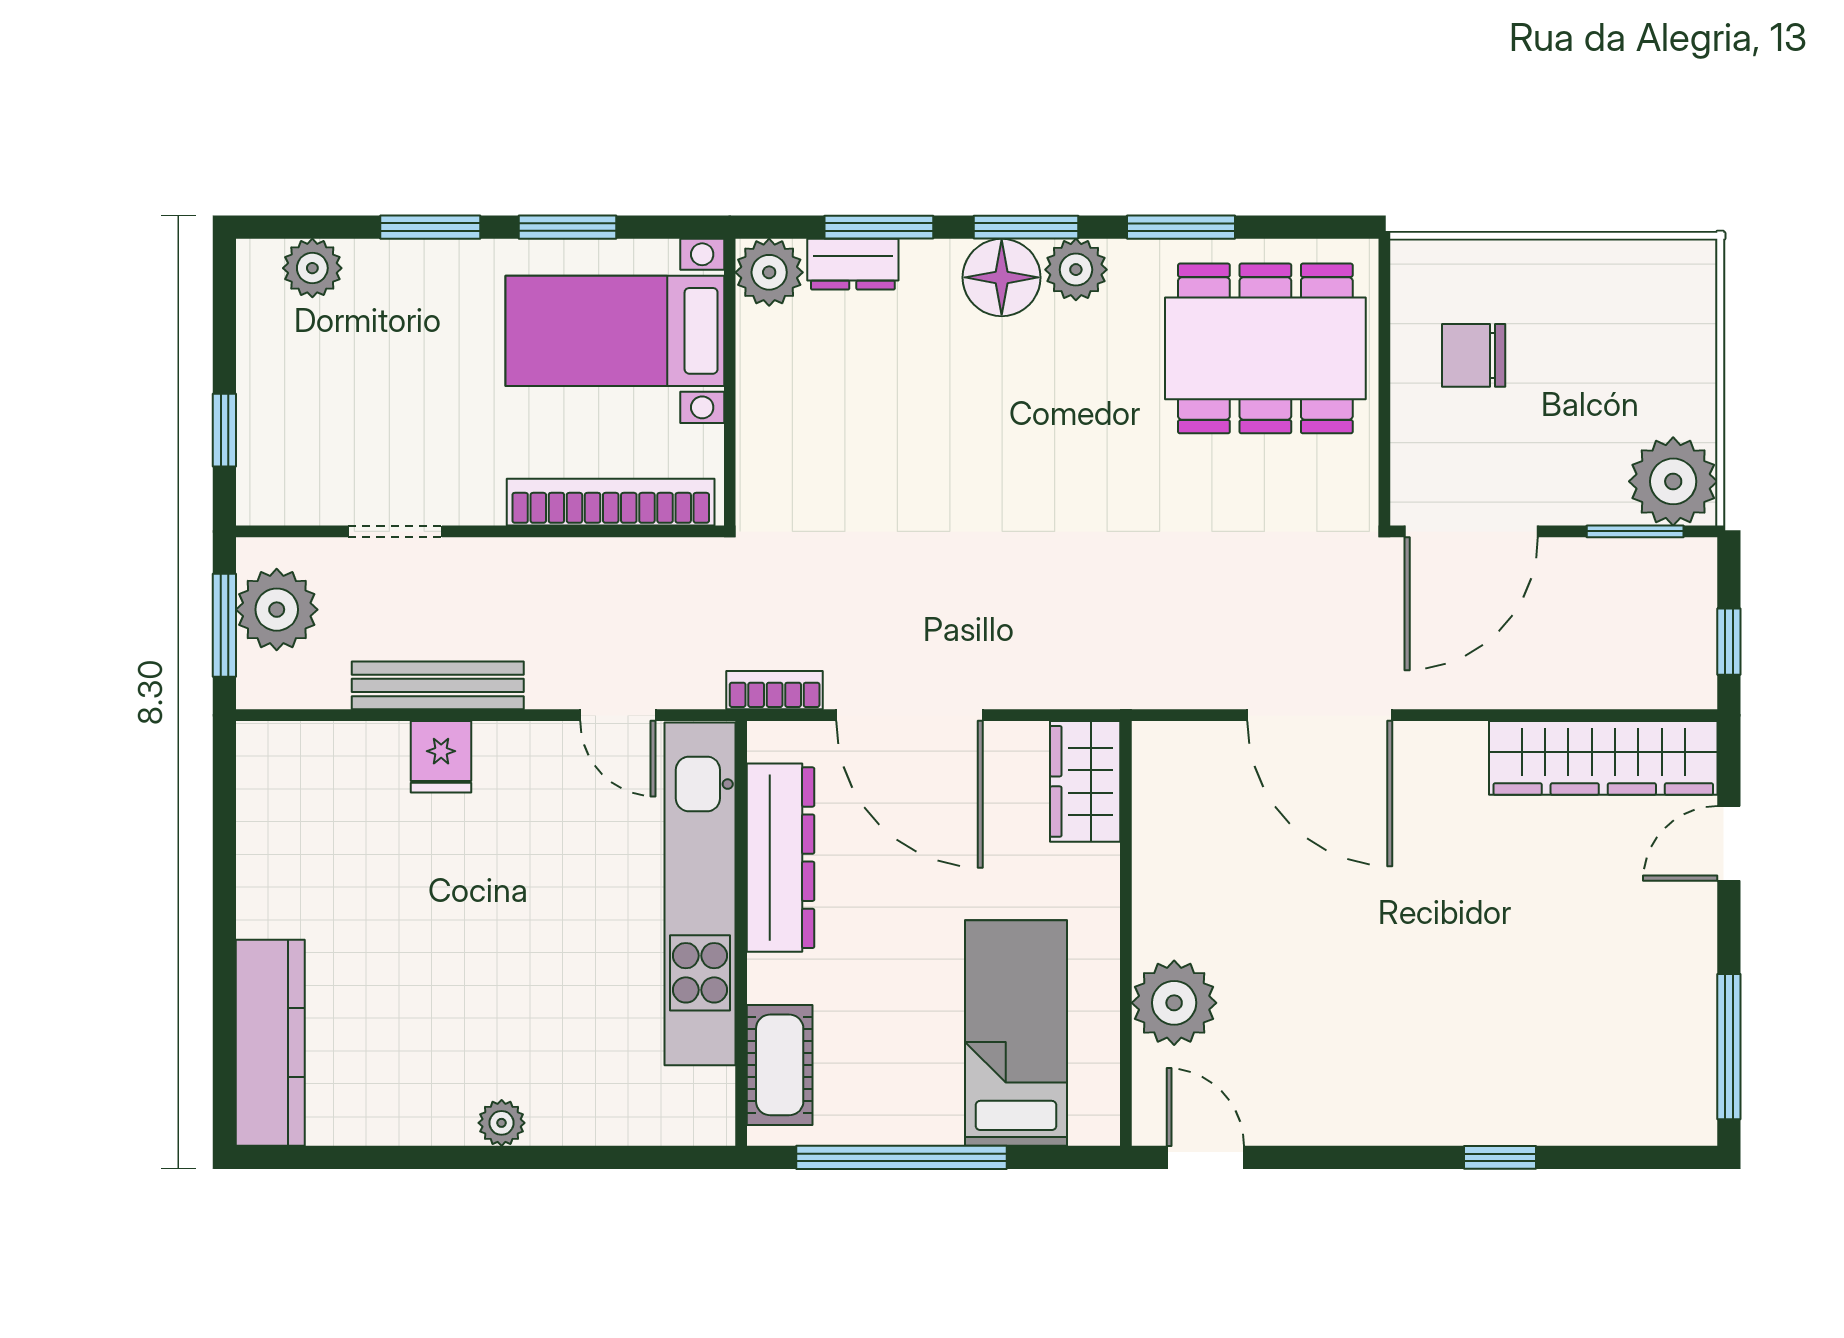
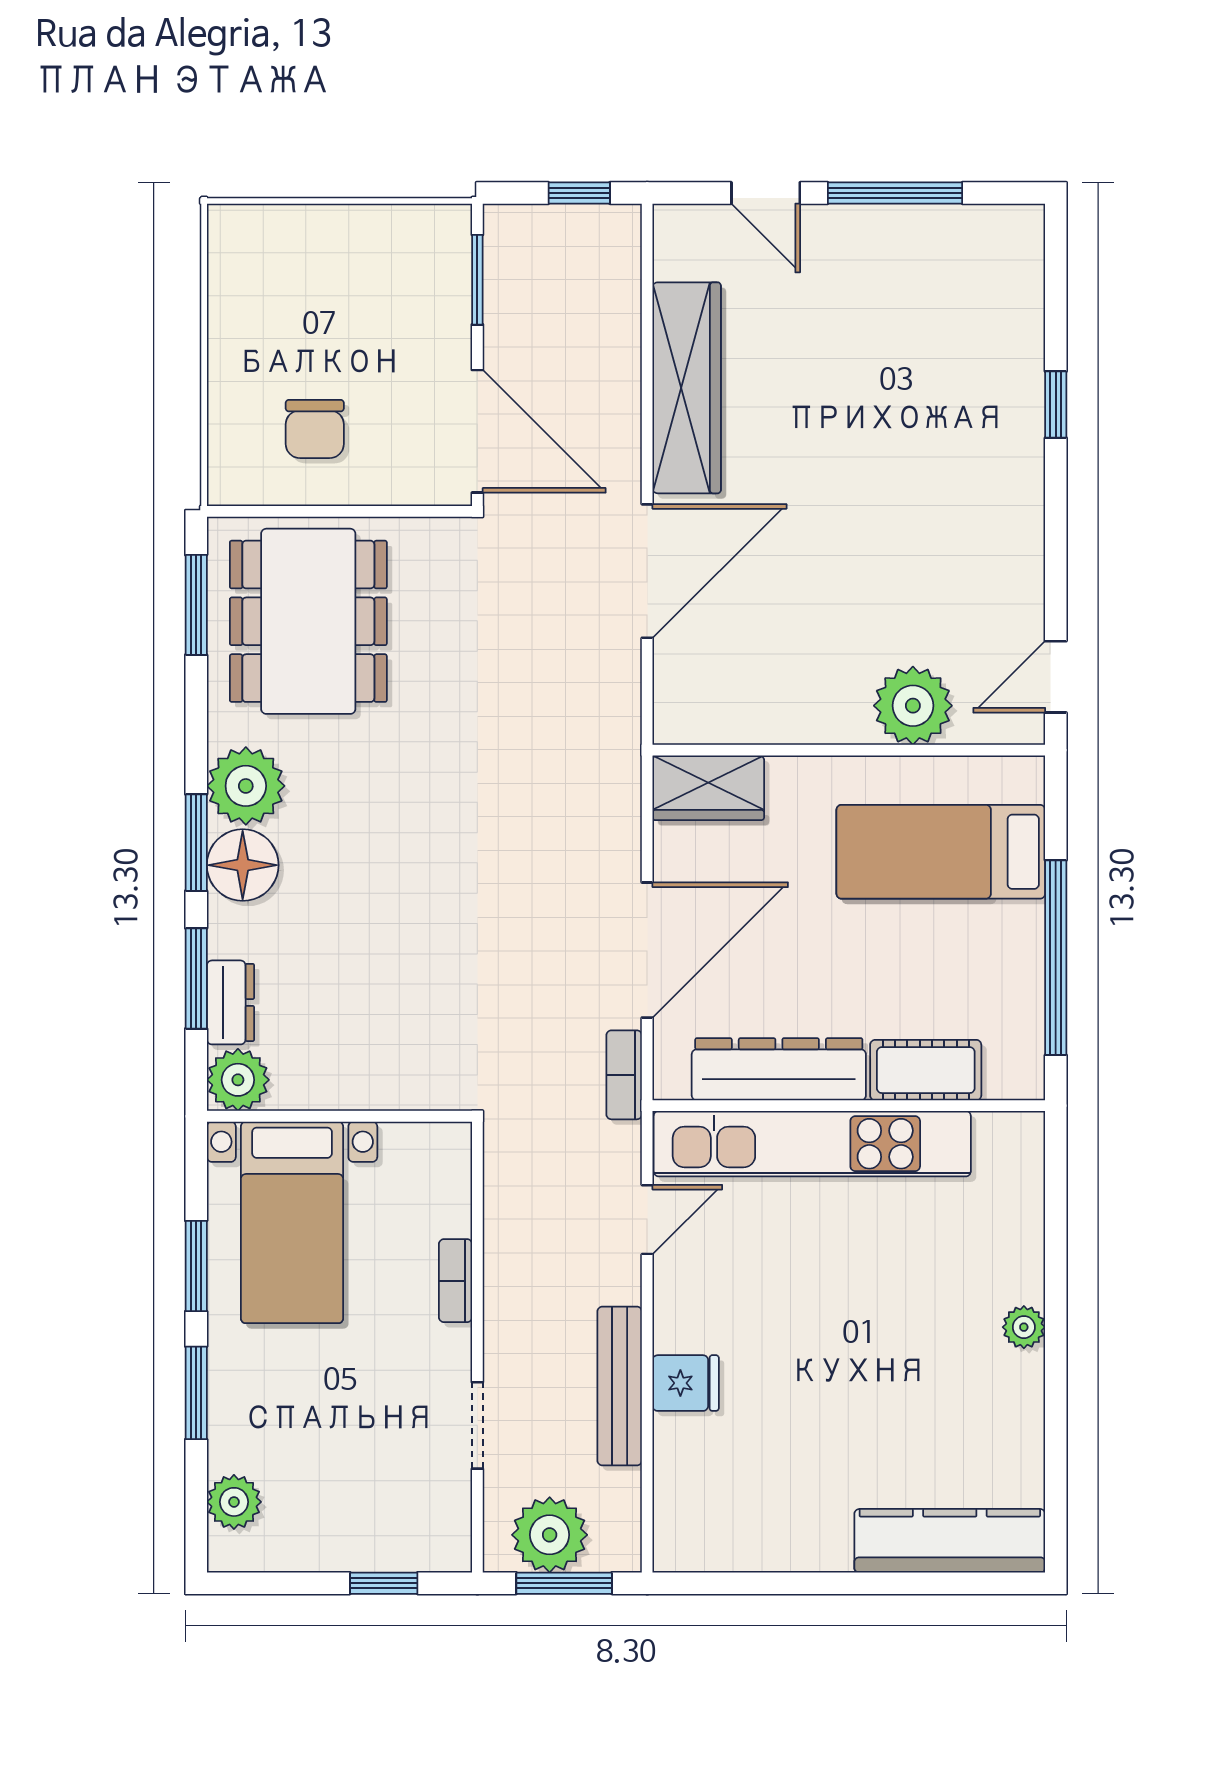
window: (1181, 227) -> (196, 605), moved
plant: (1076, 270) -> (246, 786), width x1.36, depth x1.36
plant: (1673, 481) -> (431, 245), removed
bookcase: (611, 502) -> (456, 1281), width x0.43, depth x0.76
wardrobe: (1603, 758) -> (687, 388), moved
window: (1729, 1047) -> (895, 193), moved
cot: (780, 1065) -> (926, 1070), moved

